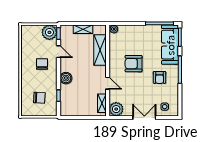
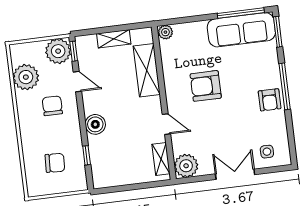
plant: (29, 45) -> (26, 77), added
sofa: (170, 45) -> (241, 30), moved, turned -90
armchair: (160, 77) -> (270, 100), moved

